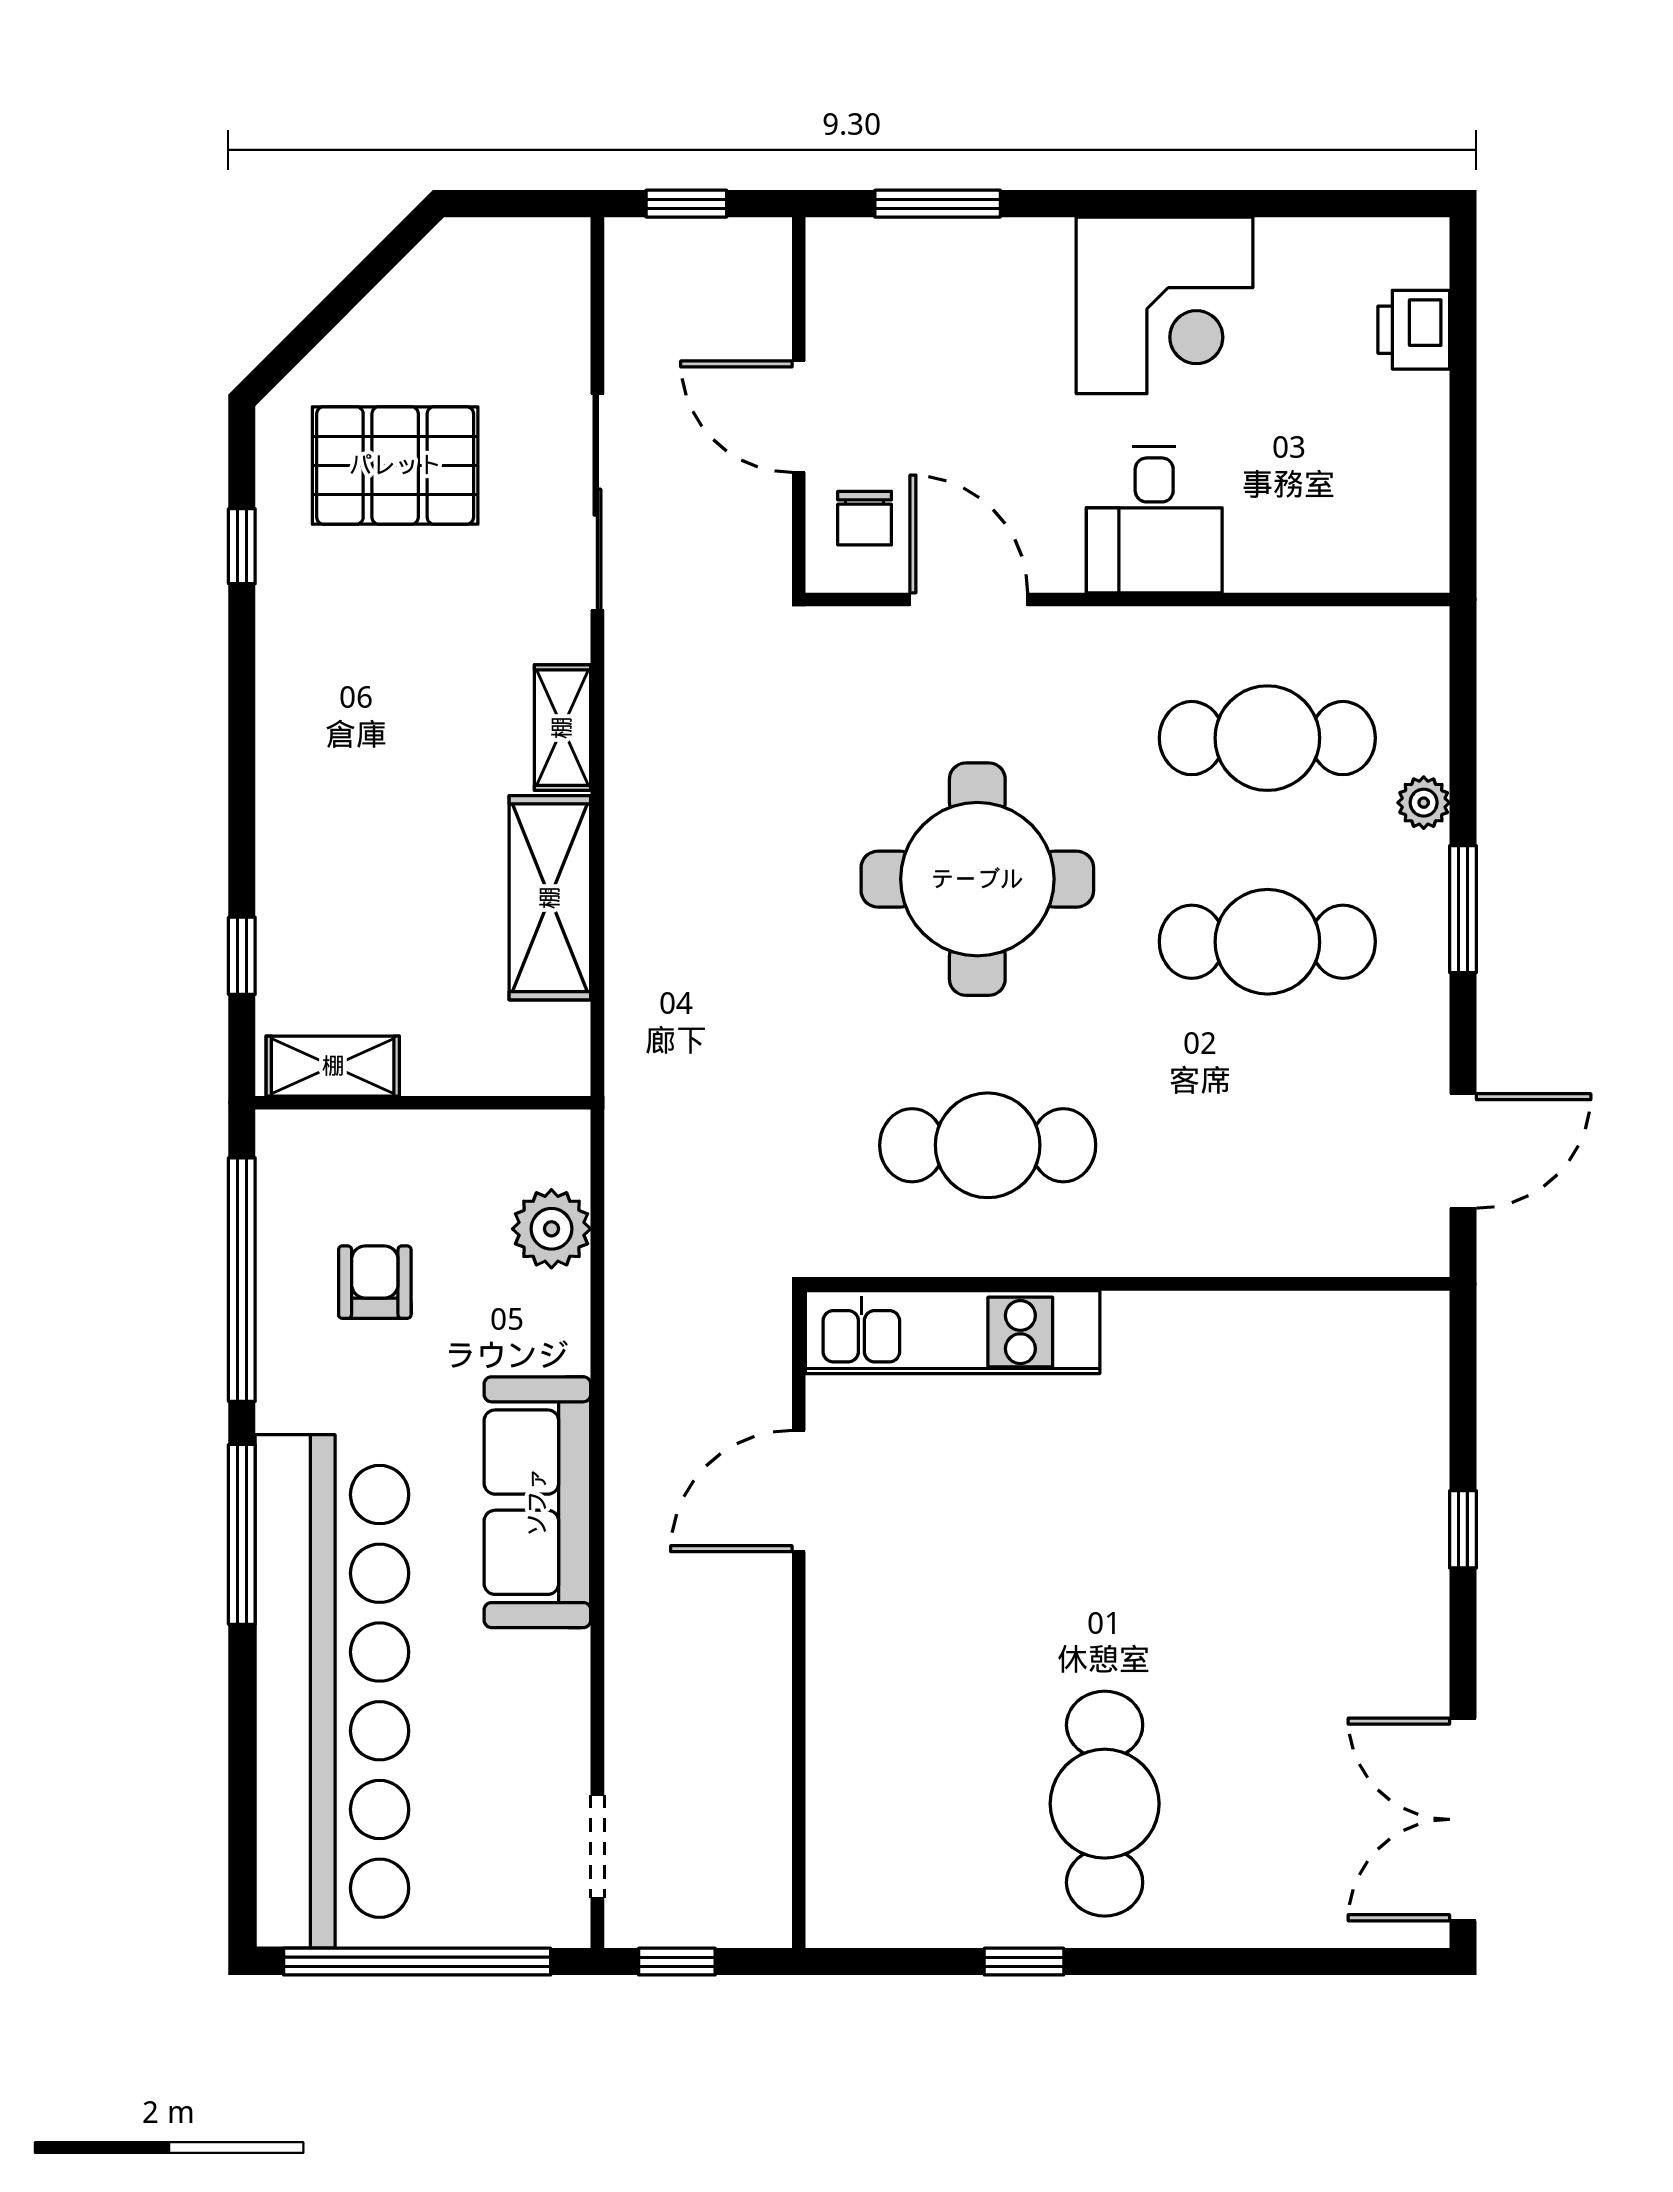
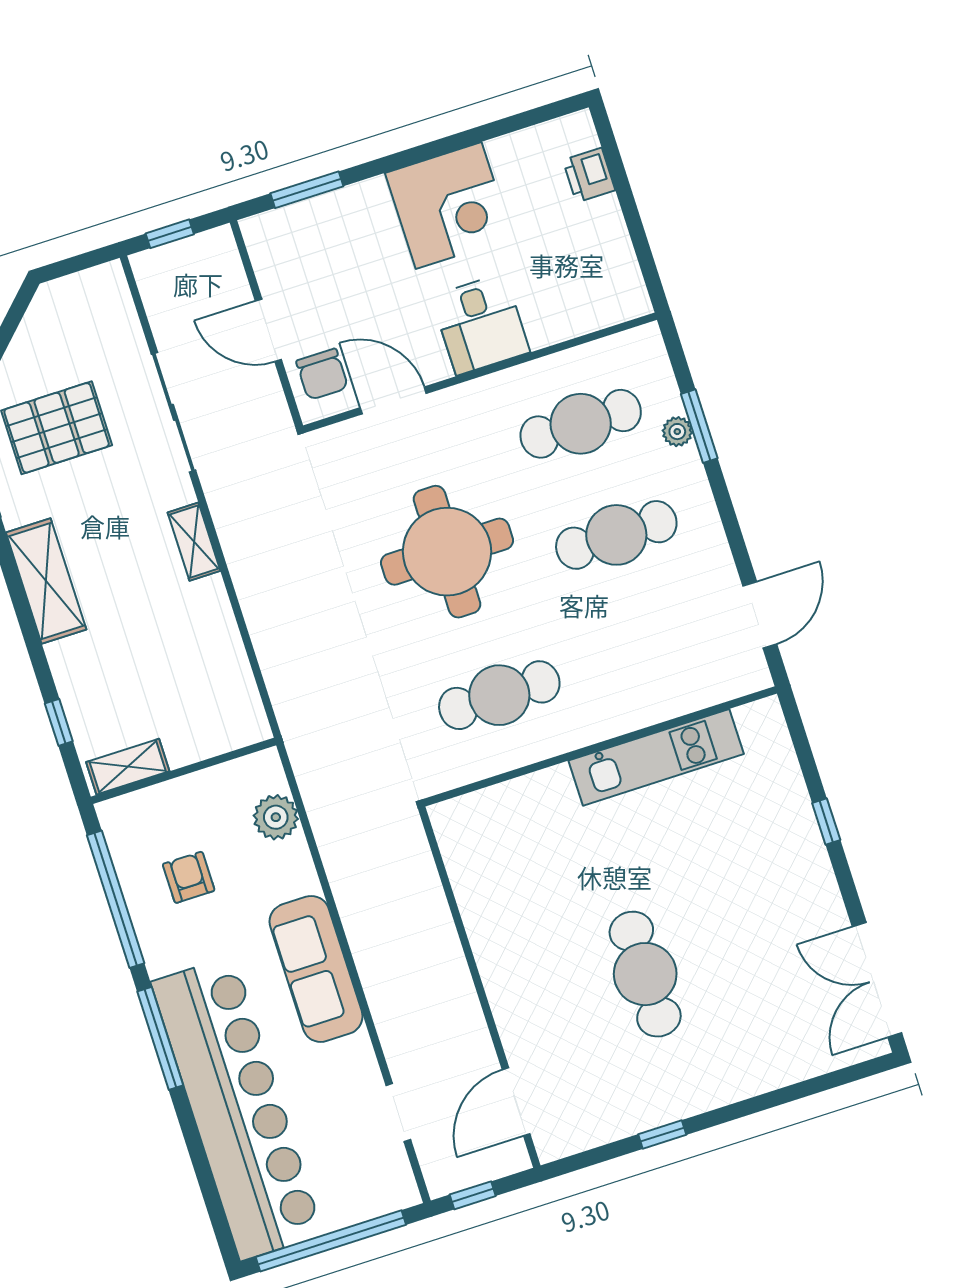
chair: (865, 518) -> (322, 374), width x1.37, depth x1.37
shelving: (550, 898) -> (46, 581), moved
window: (1463, 909) -> (699, 426), moved
kitchen unit: (953, 1332) -> (656, 757), moved
door: (799, 1491) -> (516, 1102), moved
cafe table: (1105, 1804) -> (645, 974), moved
doorway: (597, 1846) -> (398, 1113), moved

